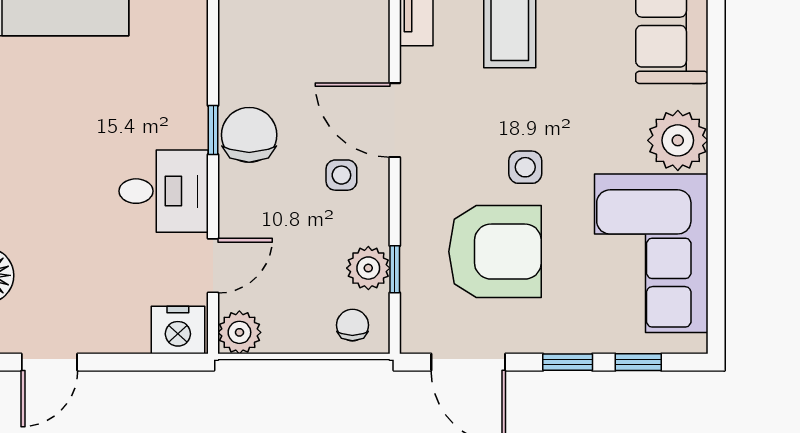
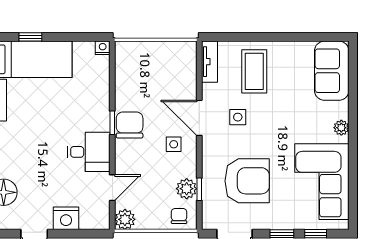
plant: (678, 140) -> (341, 128), width x0.53, depth x0.53
side table: (525, 167) -> (238, 117), moved
nightstand: (178, 330) -> (66, 218), moved

